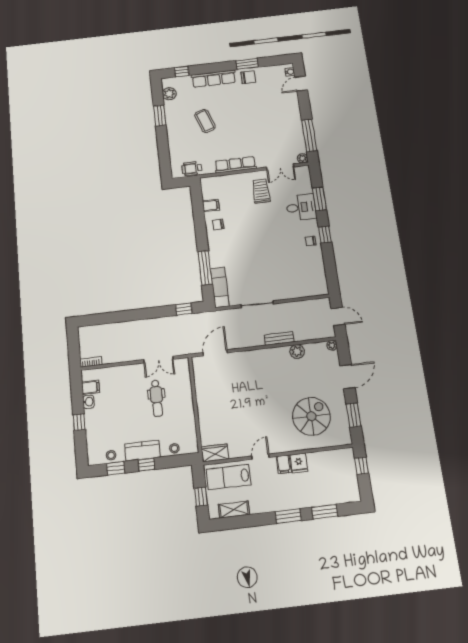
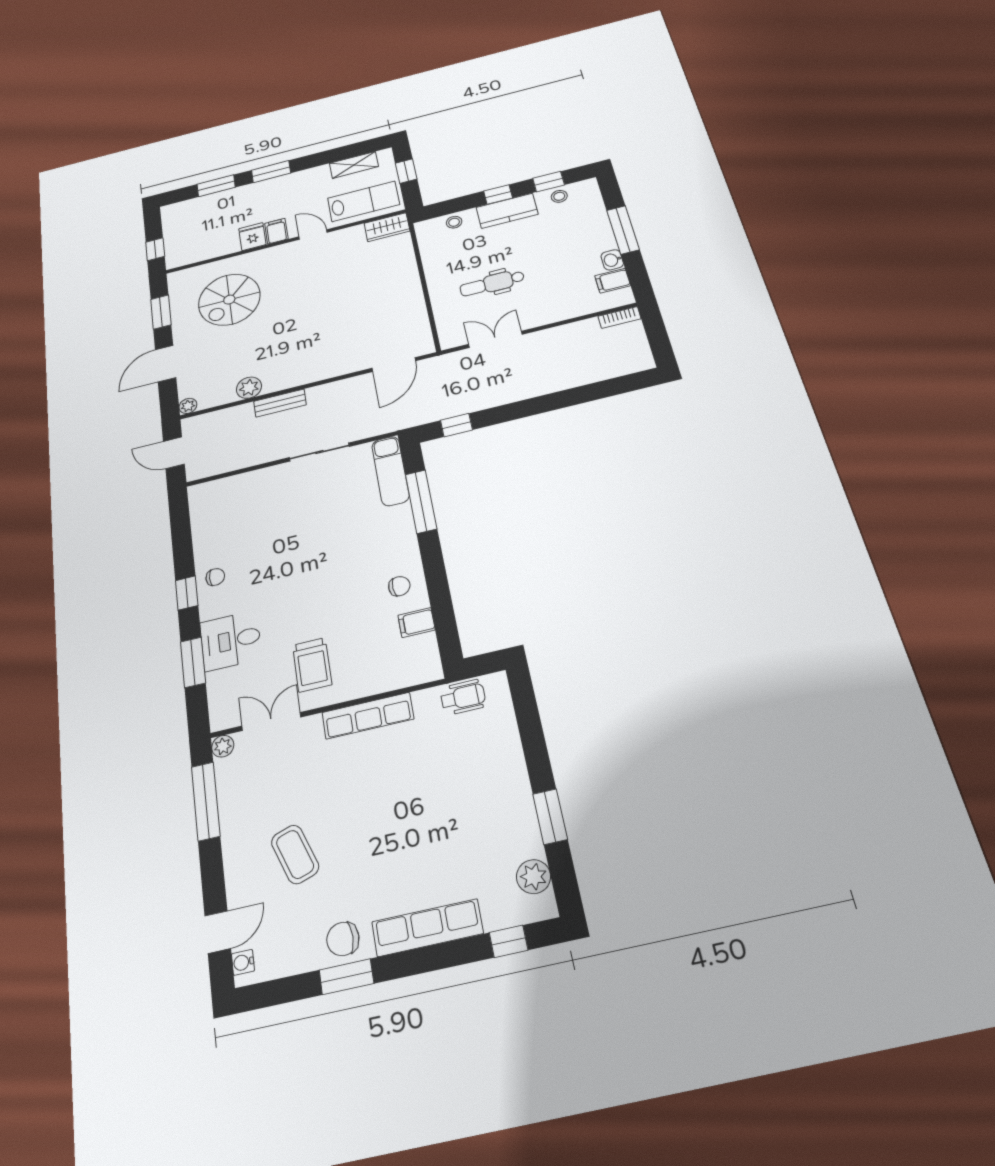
coffee table: (205, 121) -> (295, 854), moved
dental chair: (157, 398) -> (492, 283), turned -90
window: (79, 422) -> (623, 230), width x2.17
door: (261, 457) -> (313, 234), swing flipped

